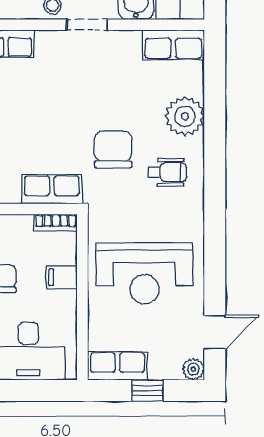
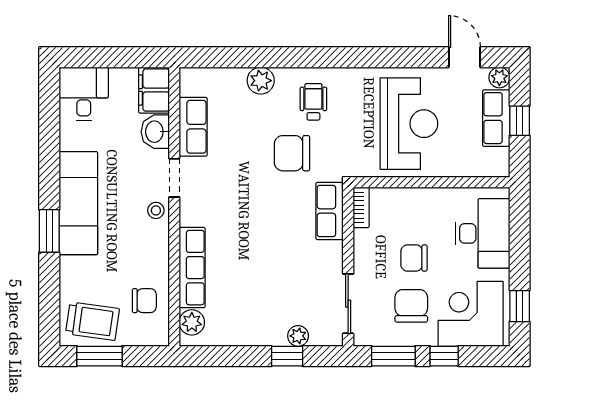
row of seats: (173, 45) -> (193, 127), moved
plant: (185, 116) -> (261, 81), width x0.73, depth x0.73
filing cabinet: (62, 277) -> (413, 202), removed
row of seats: (118, 366) -> (496, 118), moved

